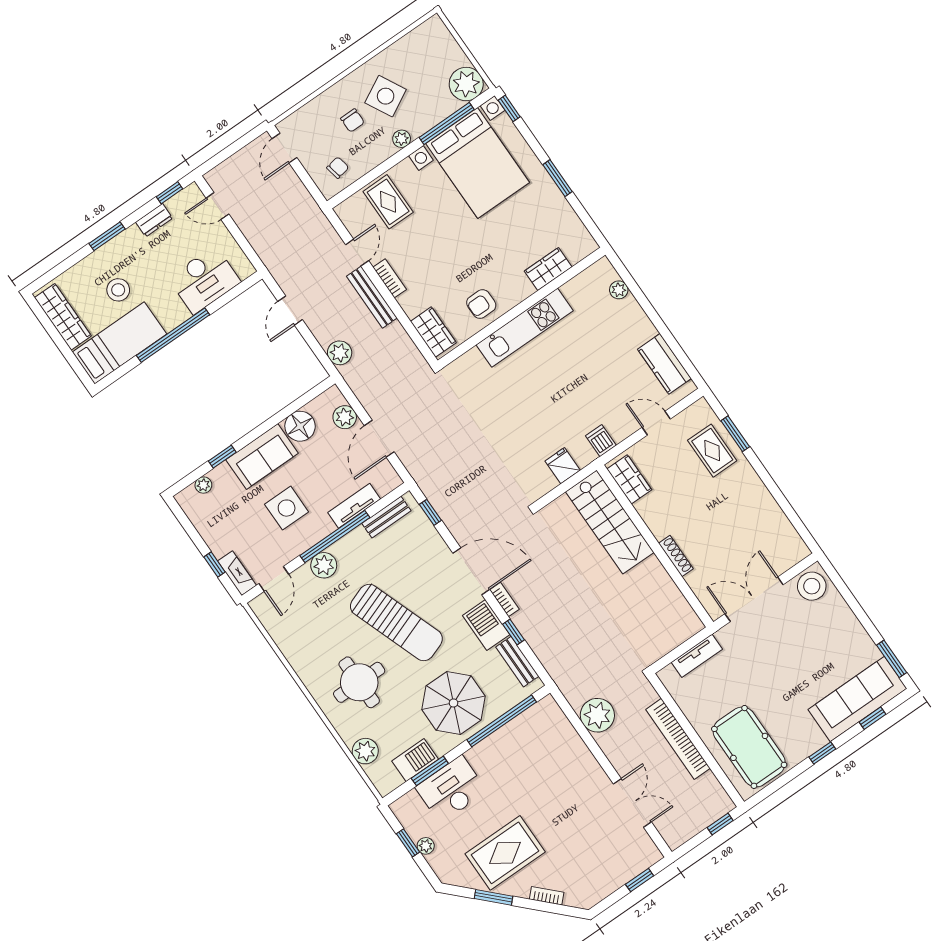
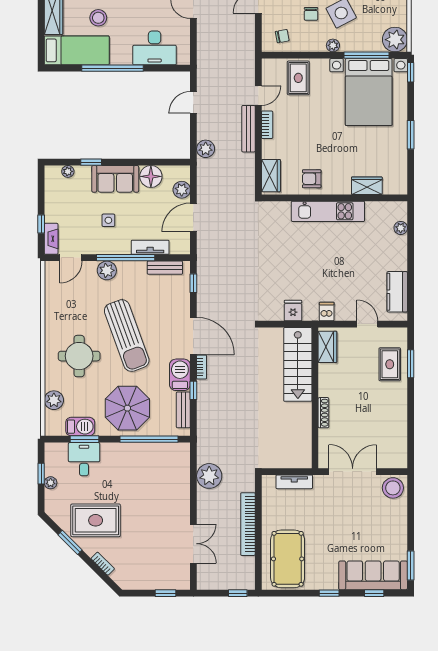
side table: (287, 508) -> (108, 220), width x0.54, depth x0.54
desk: (451, 789) -> (84, 459), width x0.73

